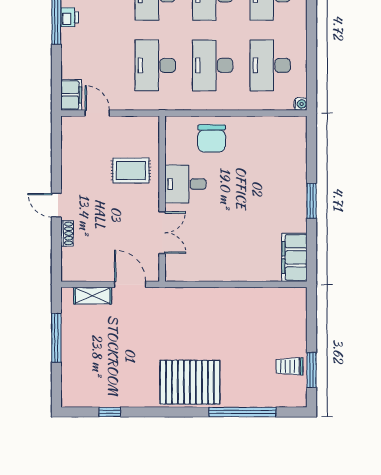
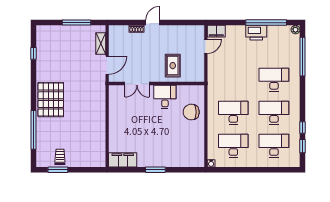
printer: (70, 17) -> (256, 33), width x1.87, depth x1.48
desk: (155, 65) -> (233, 80), removed

